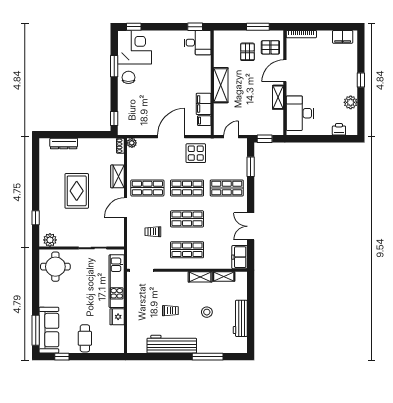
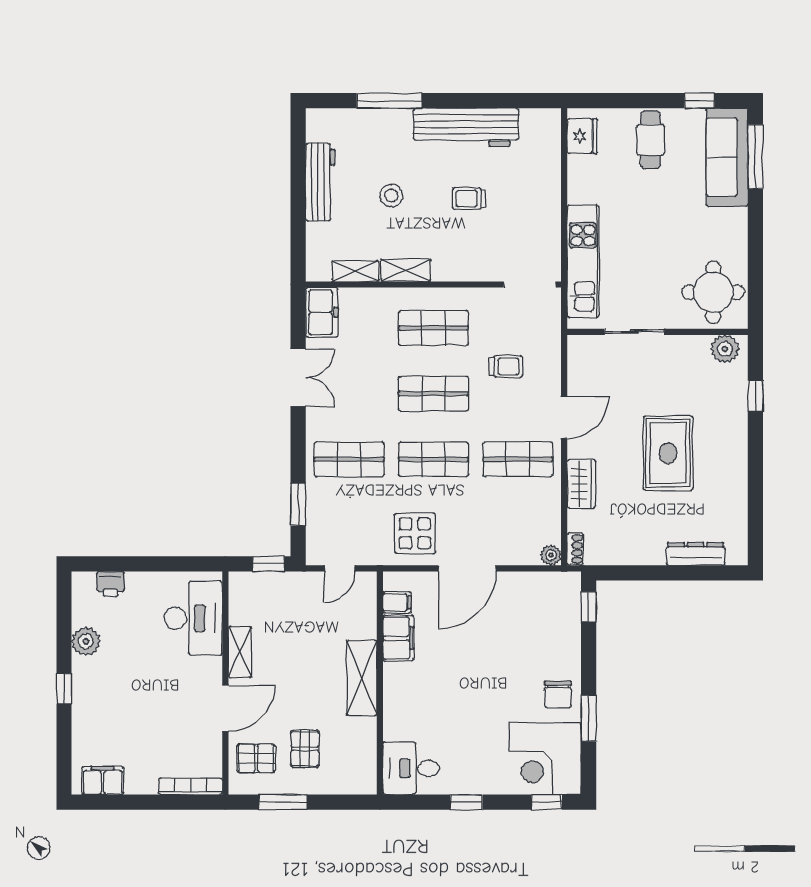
window: (195, 27) -> (466, 802), moved
fridge: (117, 317) -> (582, 136), moved

